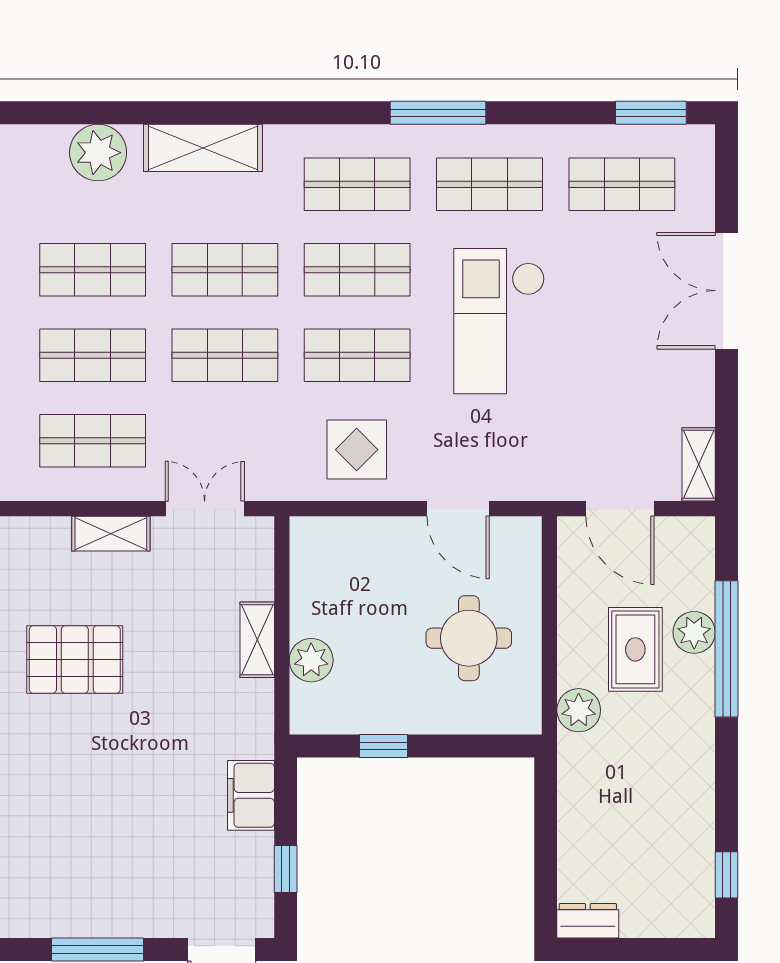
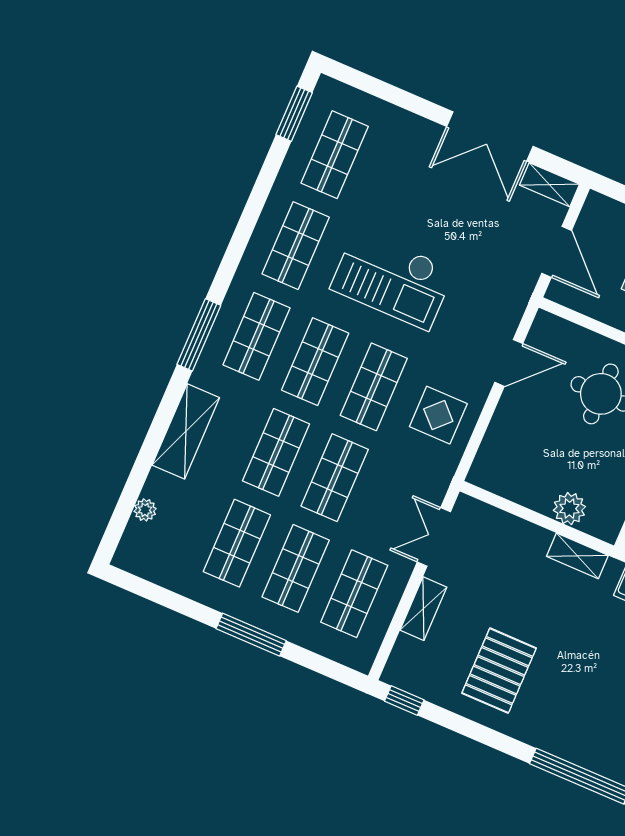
window: (438, 113) -> (199, 335), moved
plant: (98, 153) -> (145, 510), width x0.53, depth x0.53
double door: (727, 291) -> (490, 136), moved
door: (620, 509) -> (557, 252), hinge flipped
shelving: (257, 640) -> (577, 556), moved

